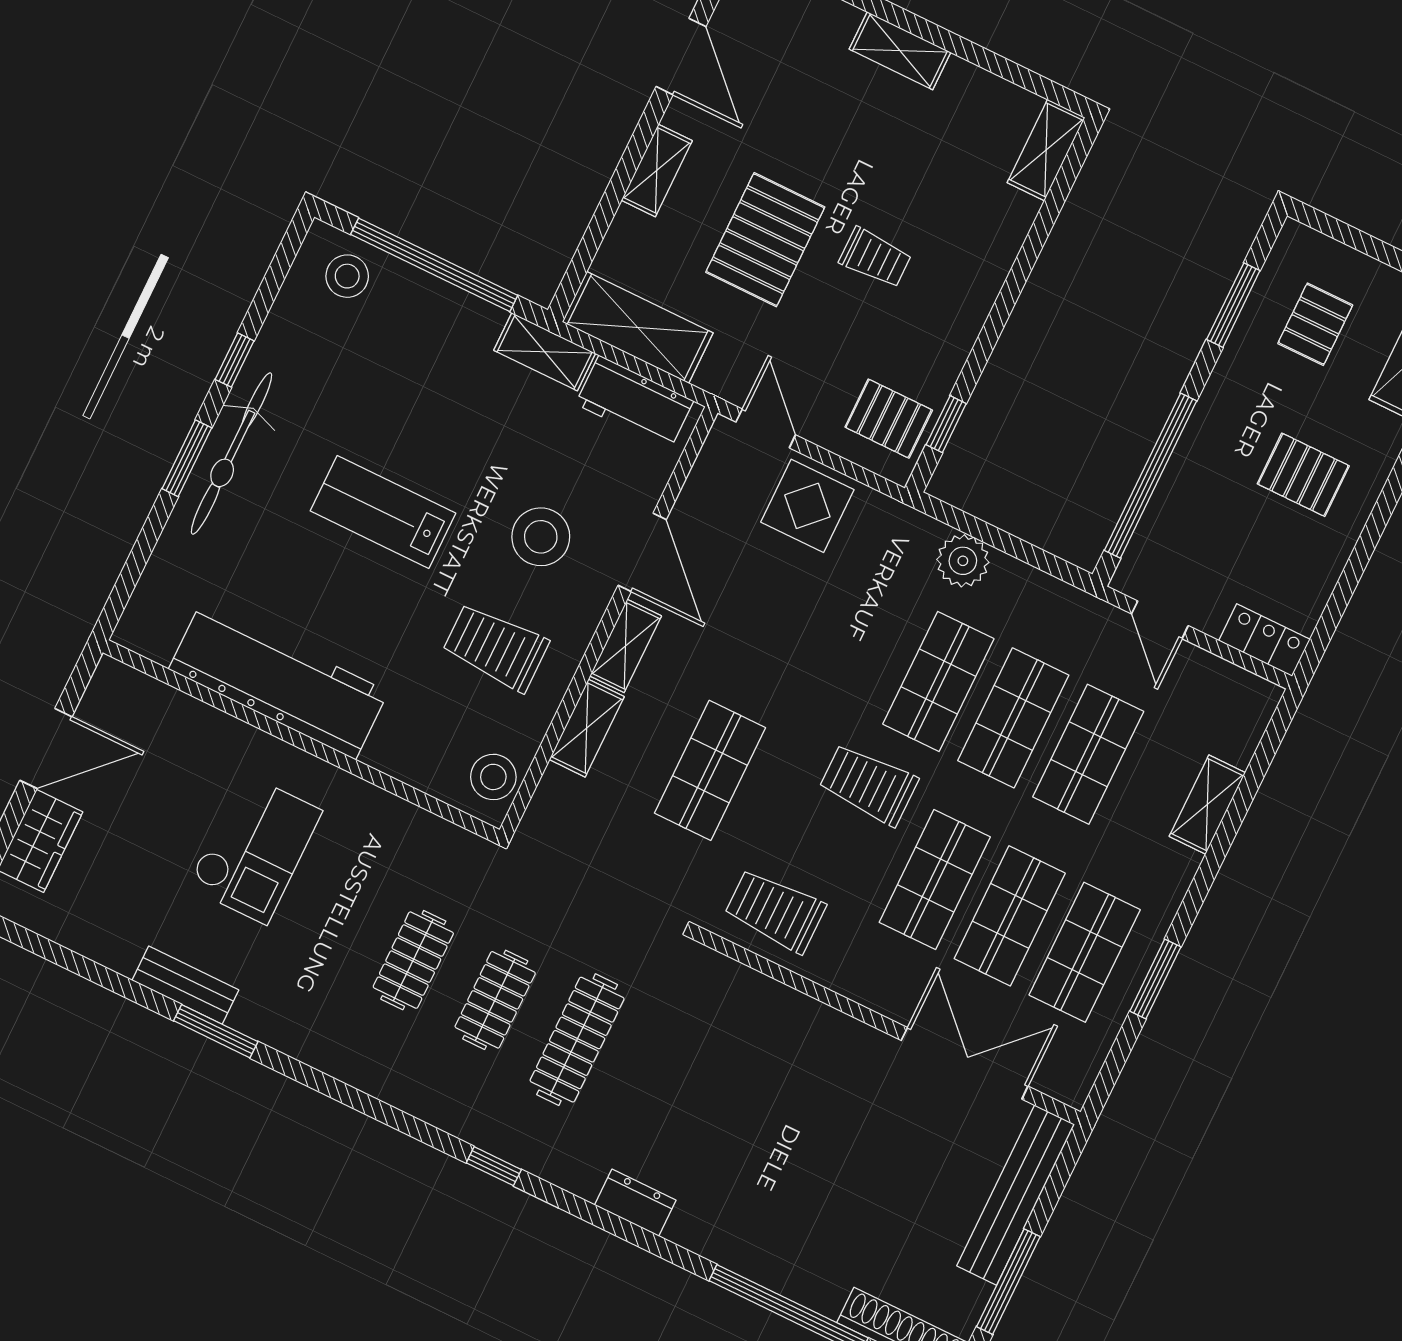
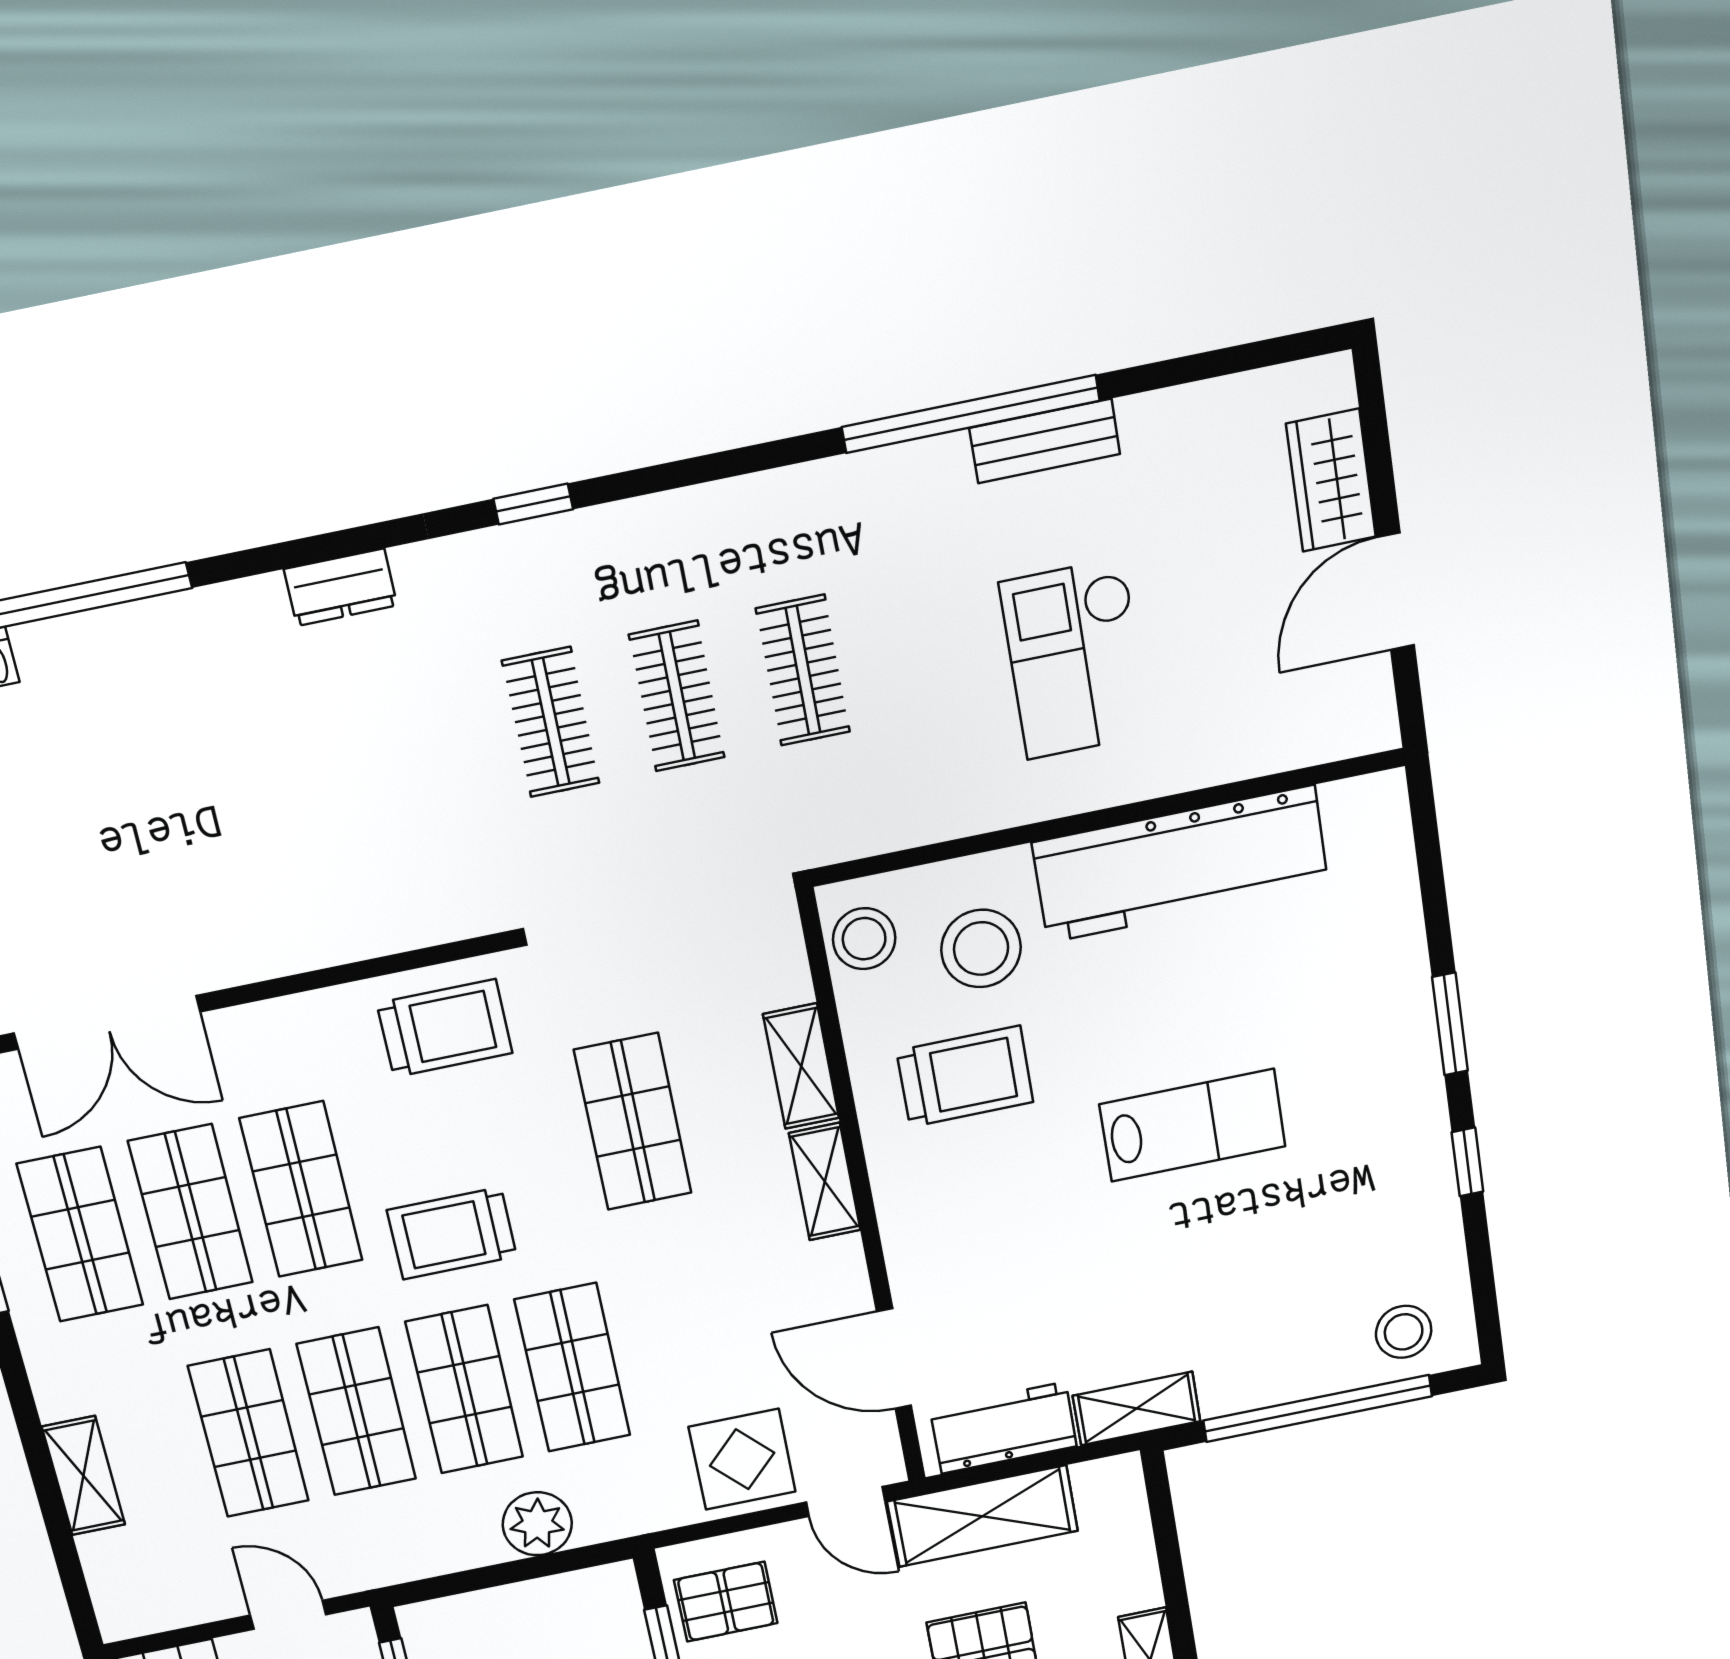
shelving: (638, 327) -> (983, 1516), moved
bicycle: (231, 453) -> (1404, 1065), removed
stool: (541, 537) -> (981, 948), moved
door: (642, 552) -> (894, 1359), moved
shop shelf: (863, 645) -> (572, 1368), added
trolley: (868, 785) -> (452, 1233), turned 180
window: (216, 1031) -> (971, 414), width x2.11
clothes rail: (577, 1040) -> (551, 722), width x0.73

